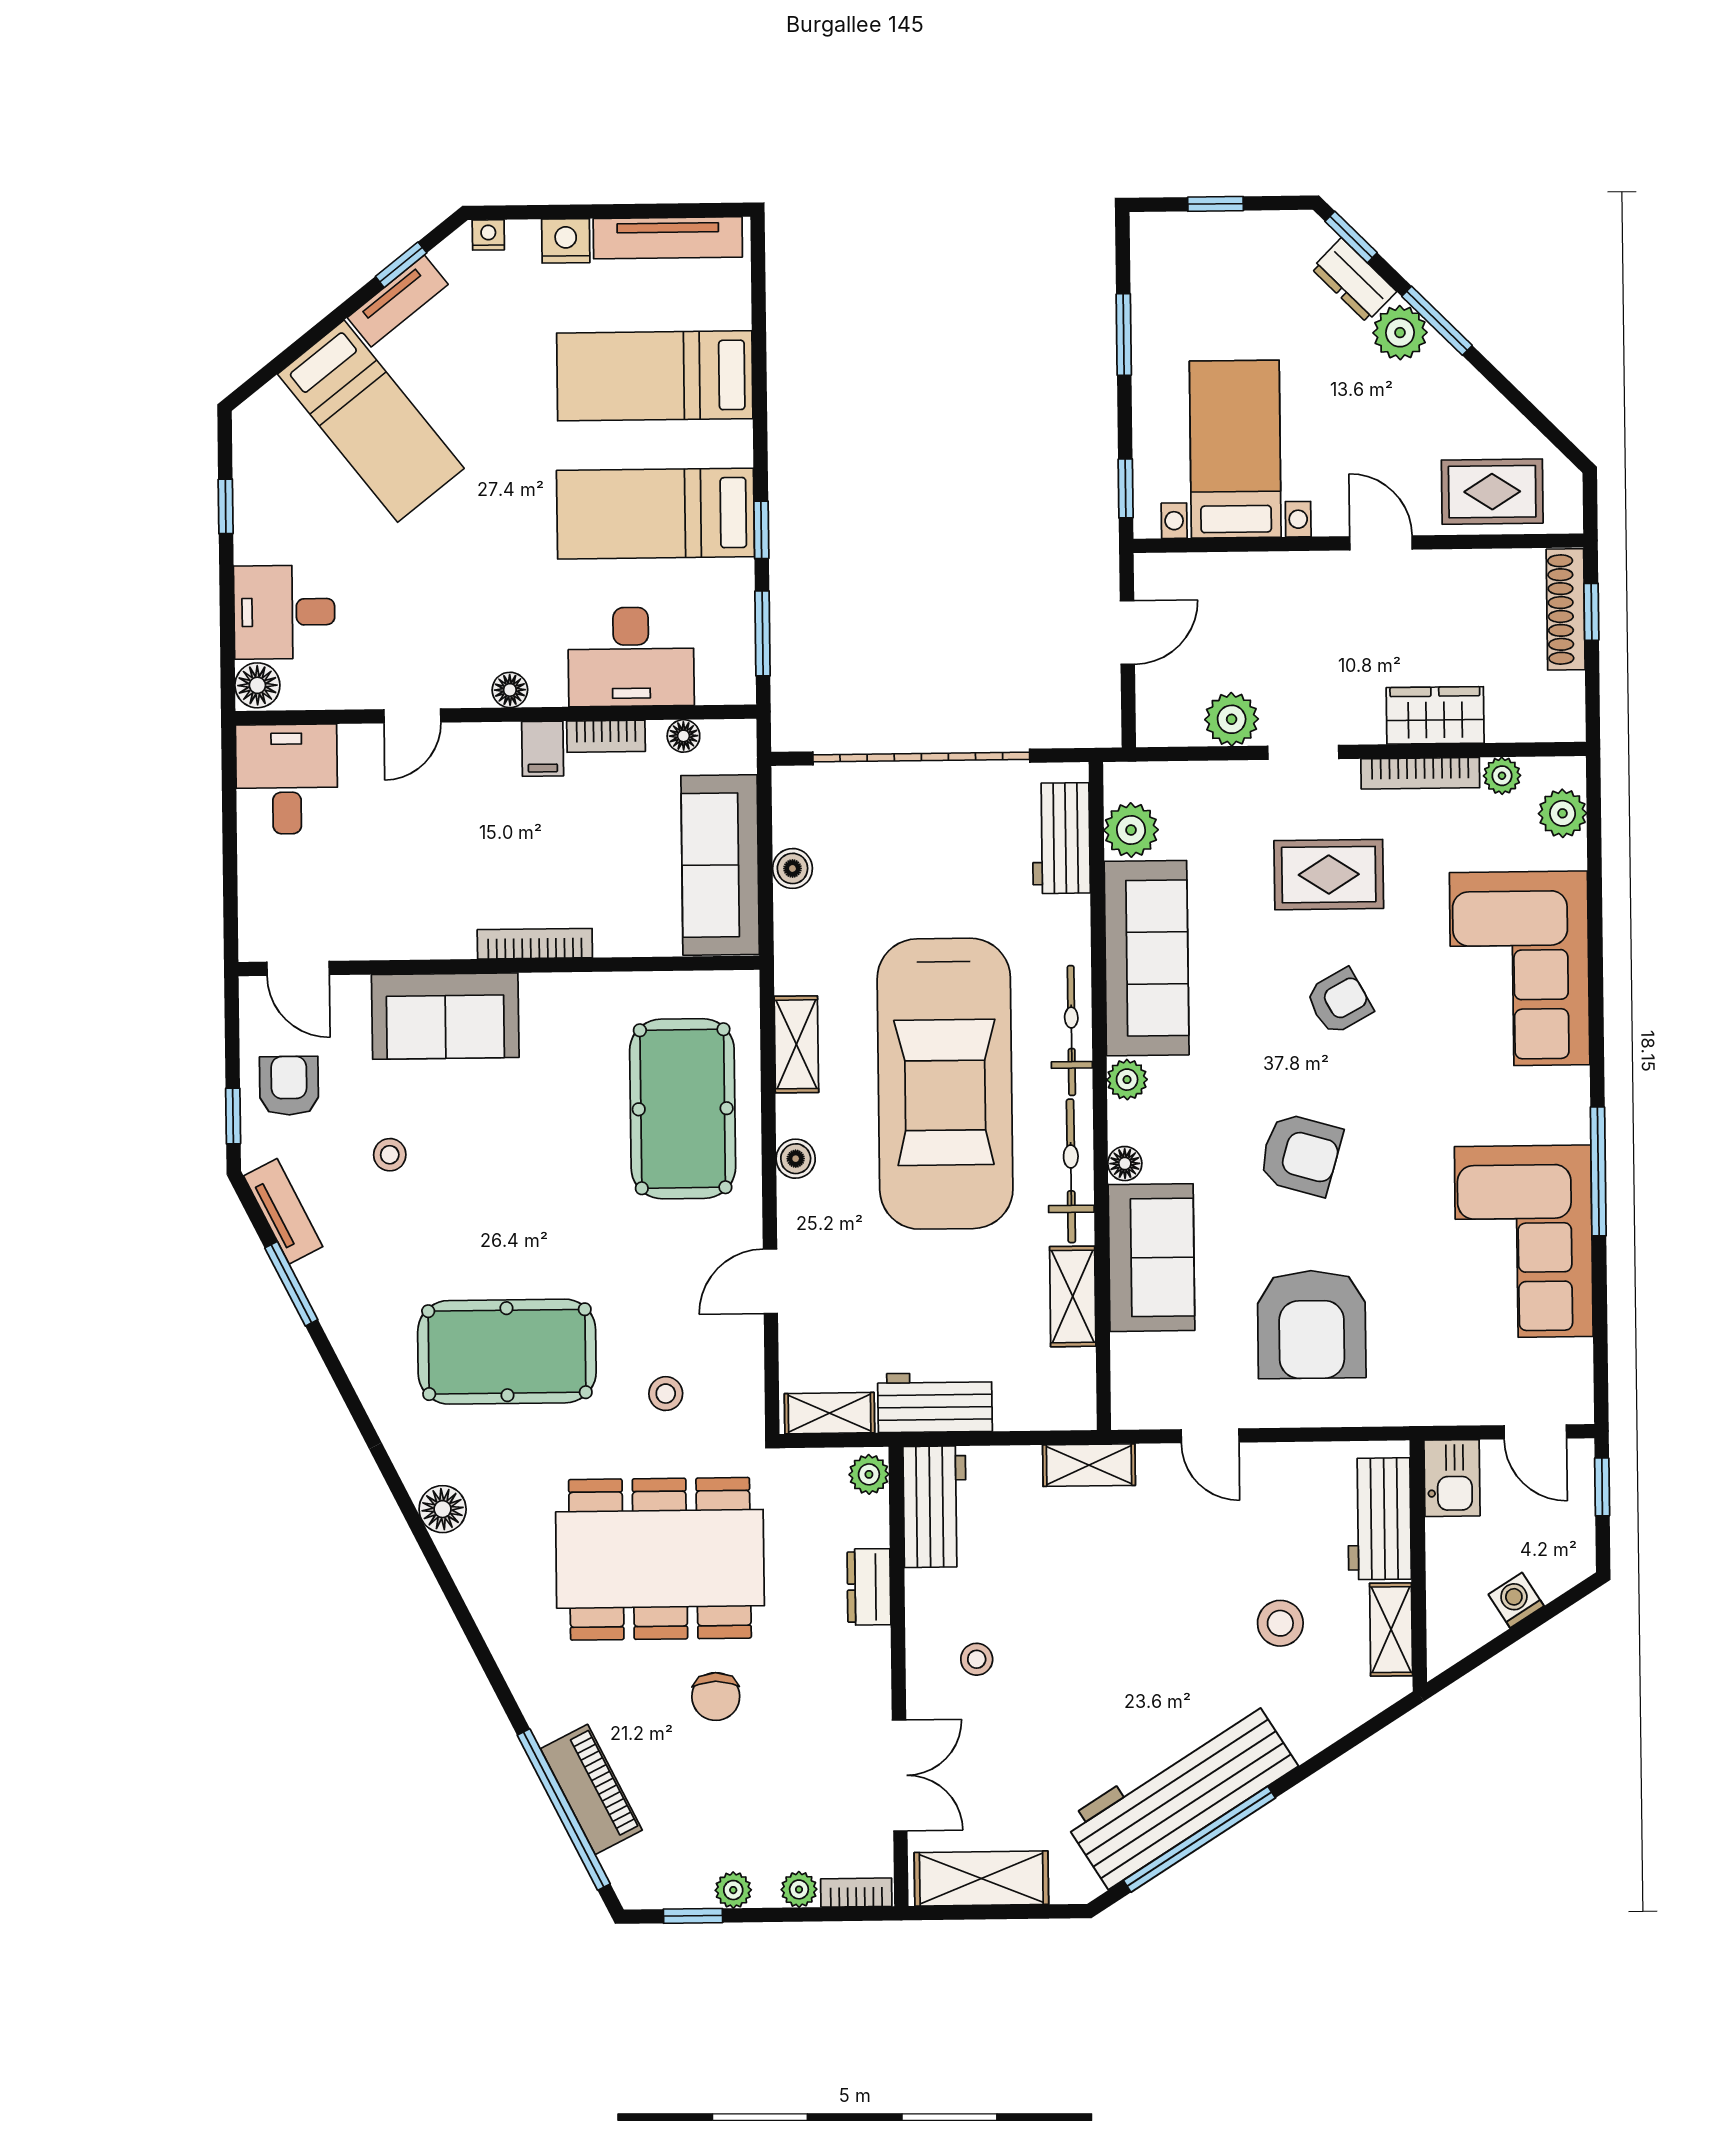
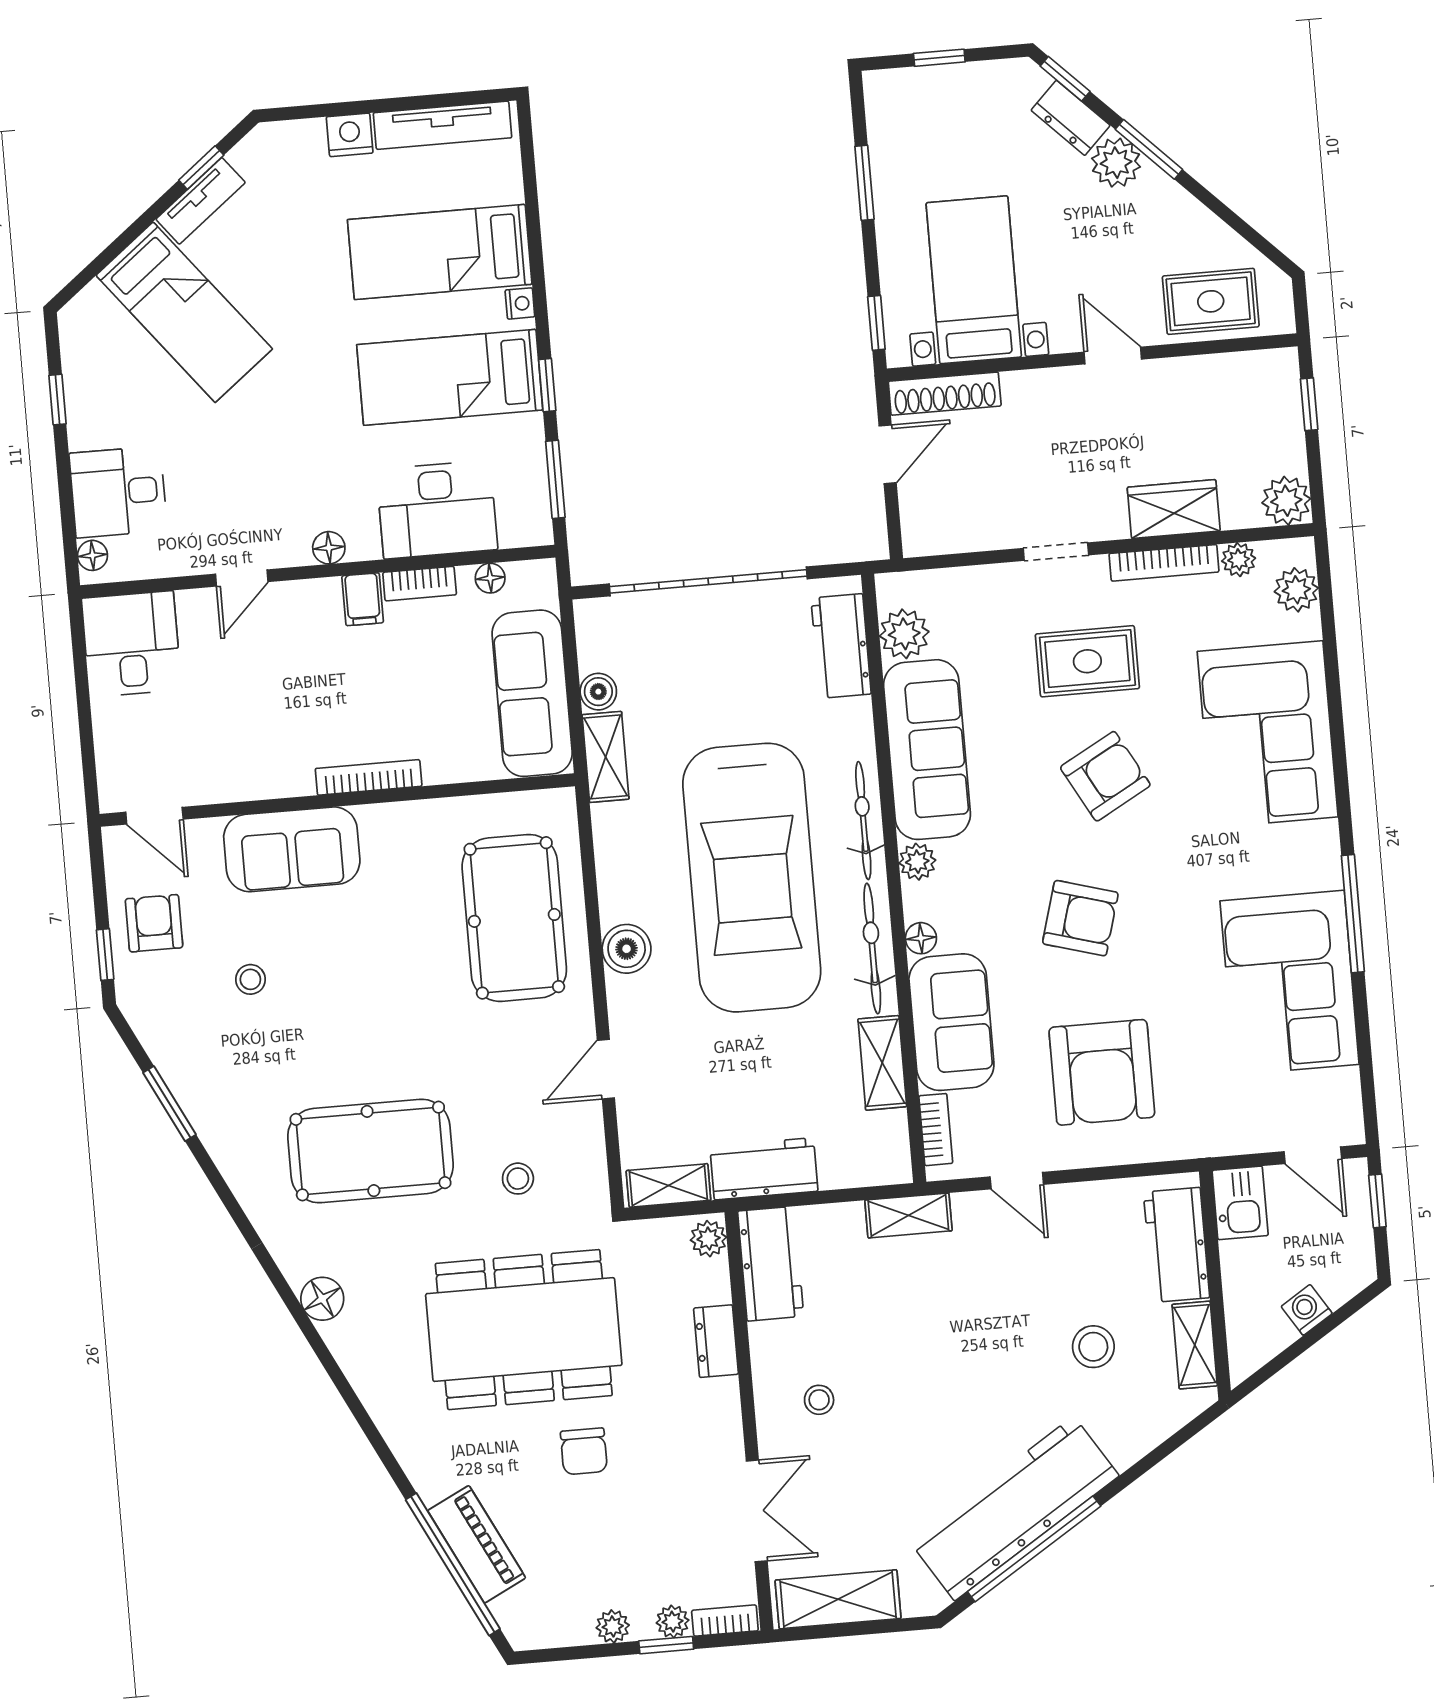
nightstand: (488, 235) -> (520, 303), moved, turned 90
shoe rack: (1566, 609) -> (945, 394), moved, turned -90
floor lamp: (257, 685) -> (92, 555), width x0.73, depth x0.73
plant: (1232, 719) -> (1286, 501), moved
armchair: (1339, 1002) -> (1105, 776), width x1.38, depth x1.38
shelving: (796, 1044) -> (606, 757), moved
boiler: (796, 1159) -> (627, 949), width x1.36, depth x1.36
tv unit: (283, 1211) -> (157, 1038), removed
bookcase: (1126, 1374) -> (936, 1130), added
window: (693, 1916) -> (666, 1645), moved

